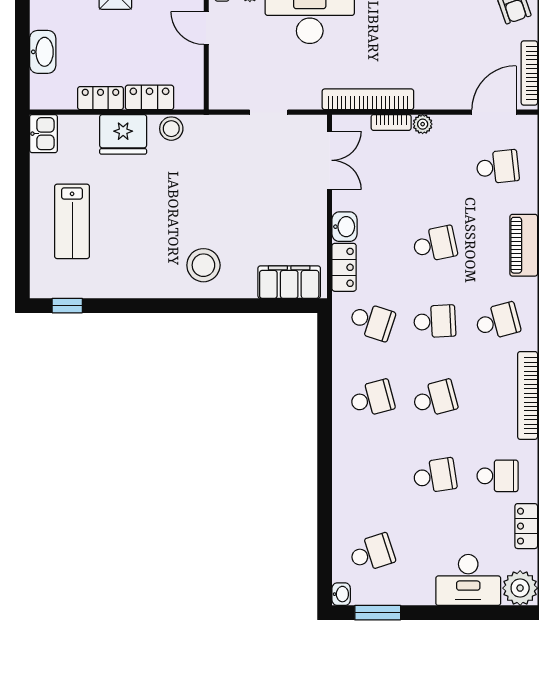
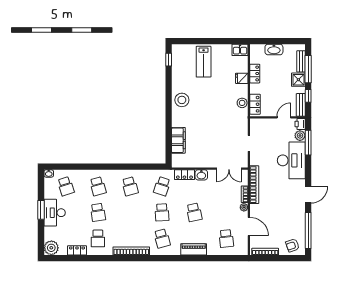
locker: (149, 97) -> (255, 104), moved
door: (494, 112) -> (249, 226), moved
fridge: (123, 134) -> (242, 78), width x0.53, depth x0.75
lab bench: (72, 221) -> (204, 62), turned -90
stool: (203, 265) -> (182, 100), moved
filing cabinet: (289, 282) -> (178, 140), moved
school desk: (435, 399) -> (98, 186), moved
desk: (468, 580) -> (55, 213), moved
window: (378, 613) -> (41, 210), moved

